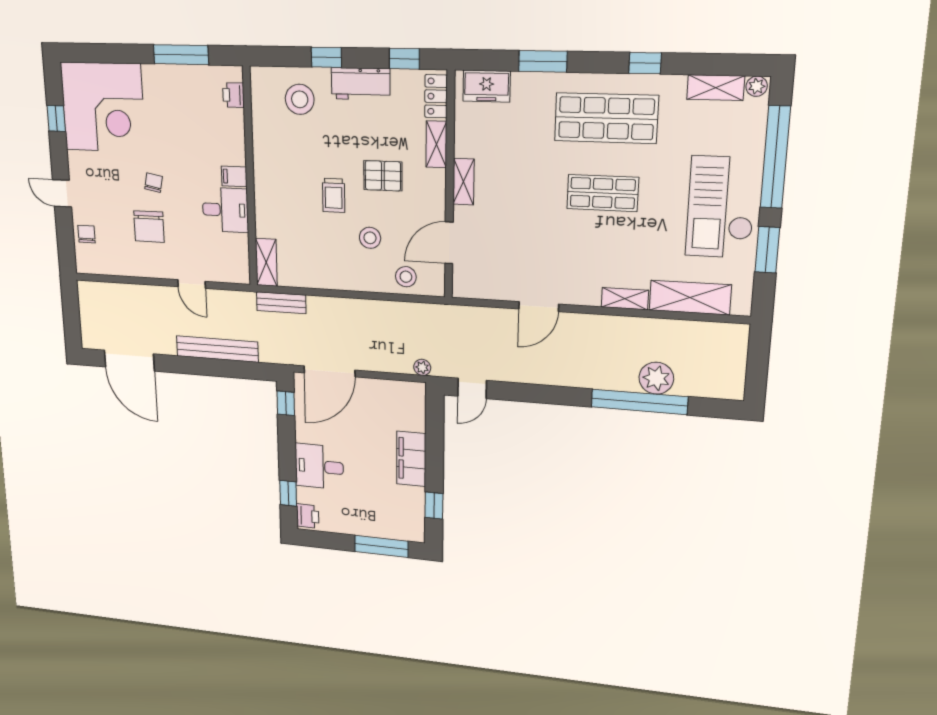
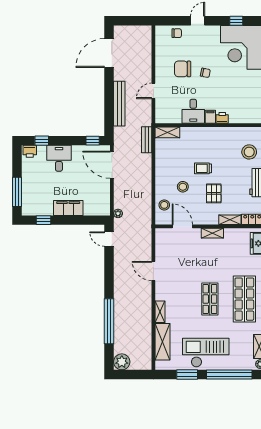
printer: (233, 95) -> (222, 118), moved
plant: (656, 378) -> (122, 362), moved

